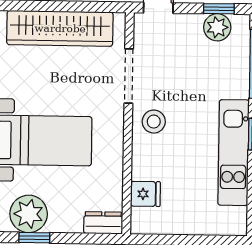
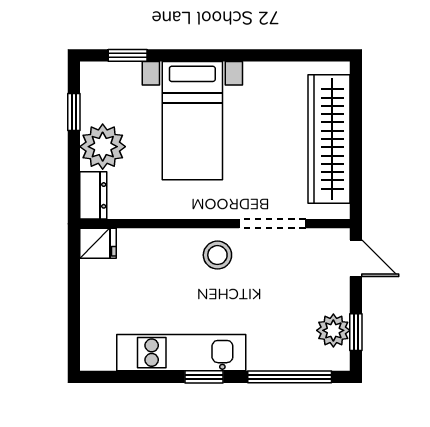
fridge: (145, 194) -> (98, 243), moved, turned -90
plant: (29, 214) -> (103, 147), moved

